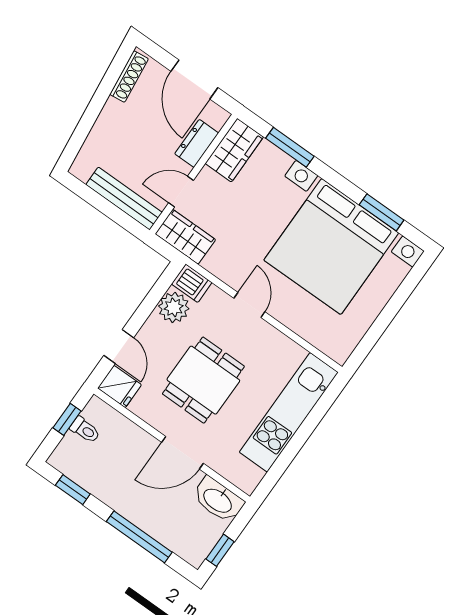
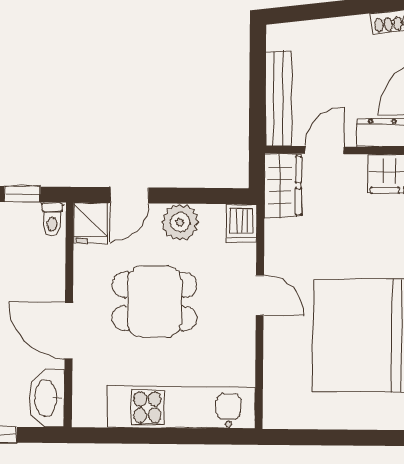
door: (181, 192) -> (324, 150), hinge flipped
door: (249, 305) -> (260, 295), hinge flipped
plant: (174, 307) -> (180, 222), moved
toilet: (85, 430) -> (52, 220), moved

